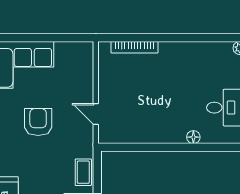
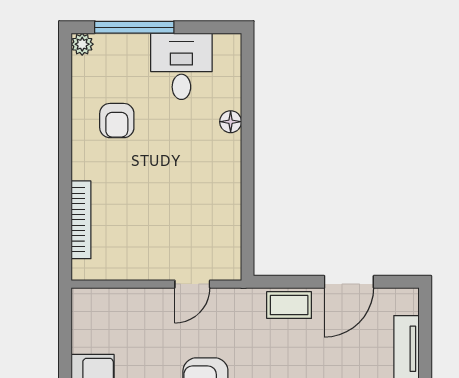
armchair: (194, 69) -> (117, 121), added

